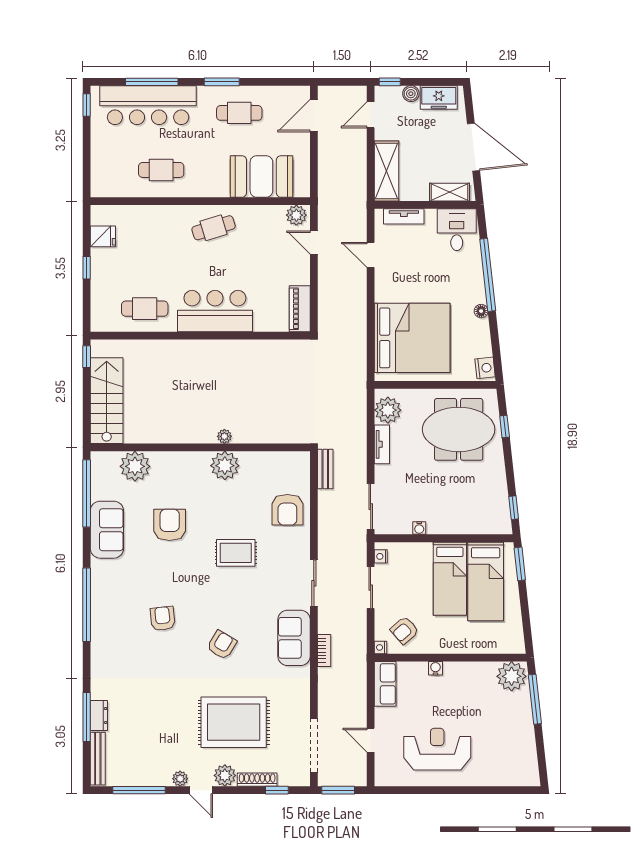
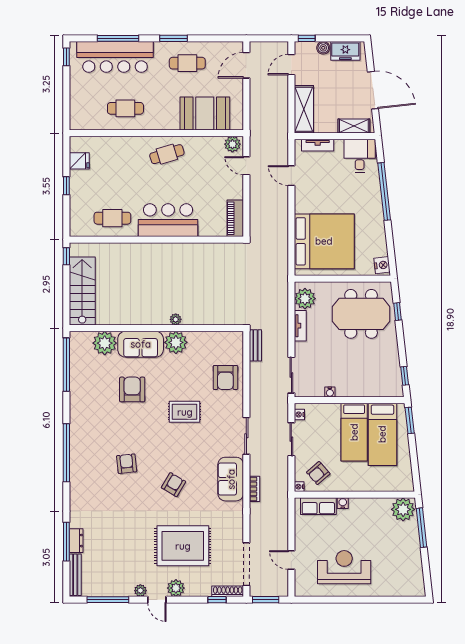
floor lamp: (481, 311) -> (379, 220), removed
sofa: (107, 530) -> (141, 344), moved, turned 90
row of seats: (385, 684) -> (318, 506), moved, turned 90
shoe rack: (257, 780) -> (228, 591), moved

